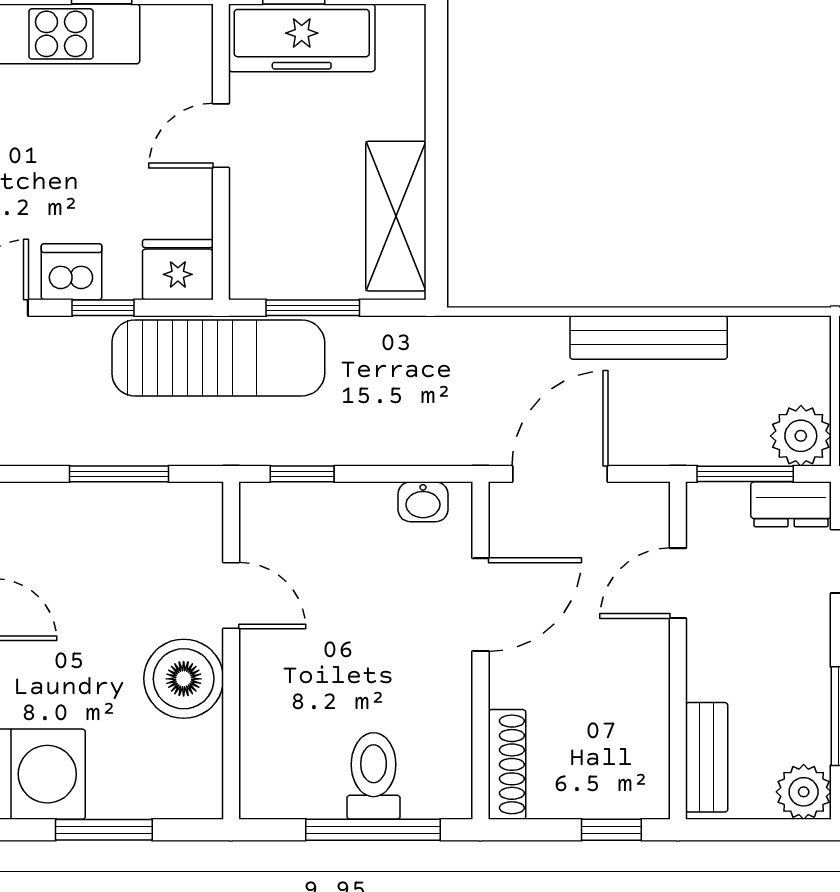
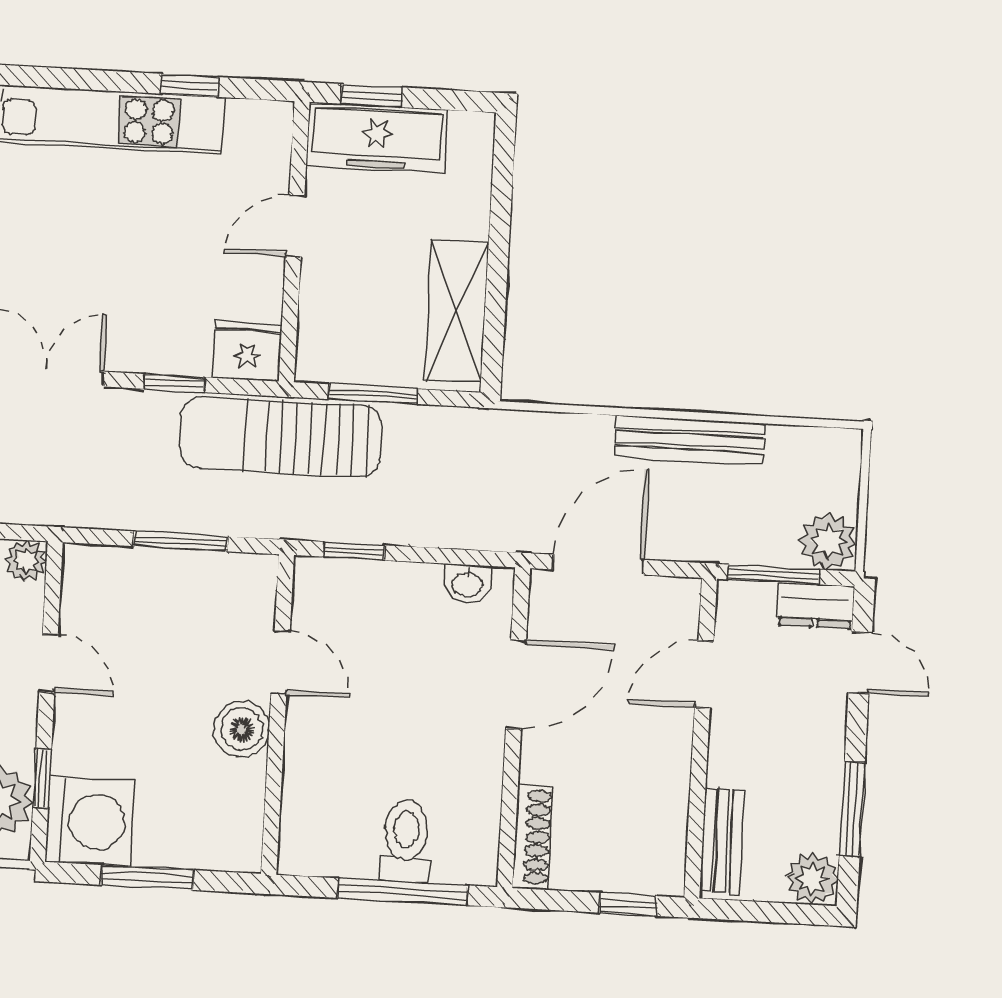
dishwasher: (72, 272) -> (146, 347), removed
sun lounger: (218, 358) -> (281, 437), turned 180
boiler: (184, 679) -> (242, 729), width x0.73, depth x0.73

